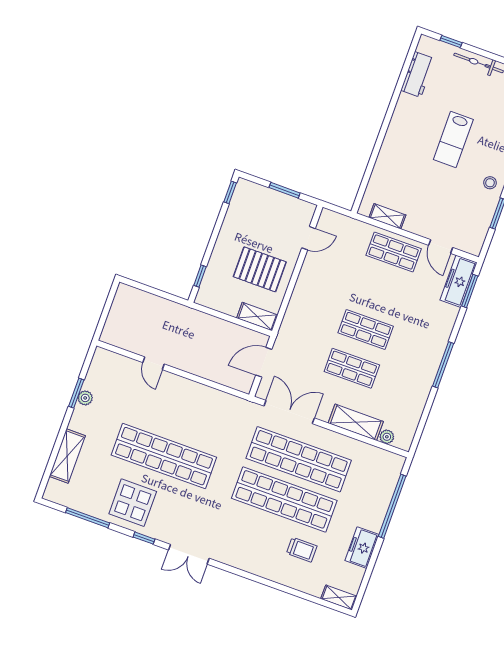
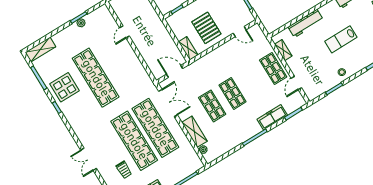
workbench: (389, 156) -> (306, 23), added
freezer: (458, 281) -> (272, 117), moved
shelving: (67, 456) -> (40, 50), moved
double door: (189, 554) -> (89, 159), moved

